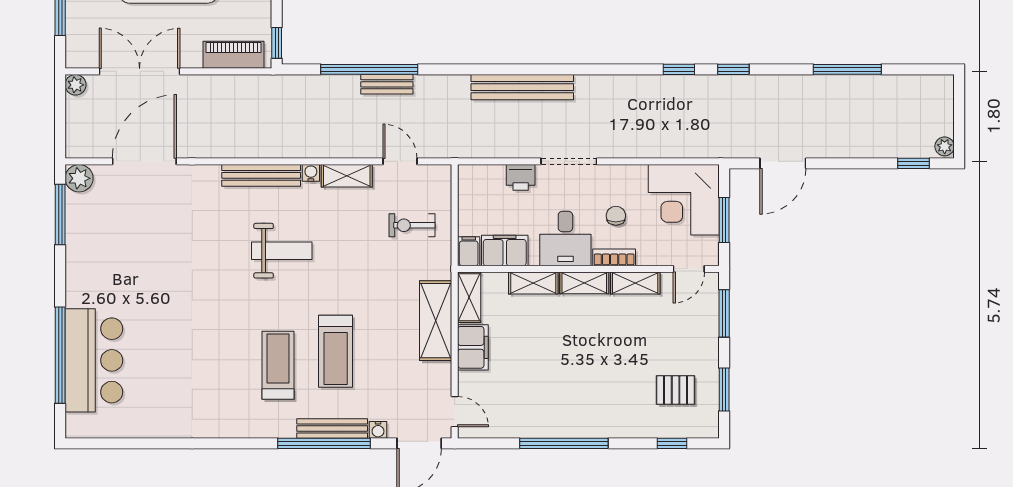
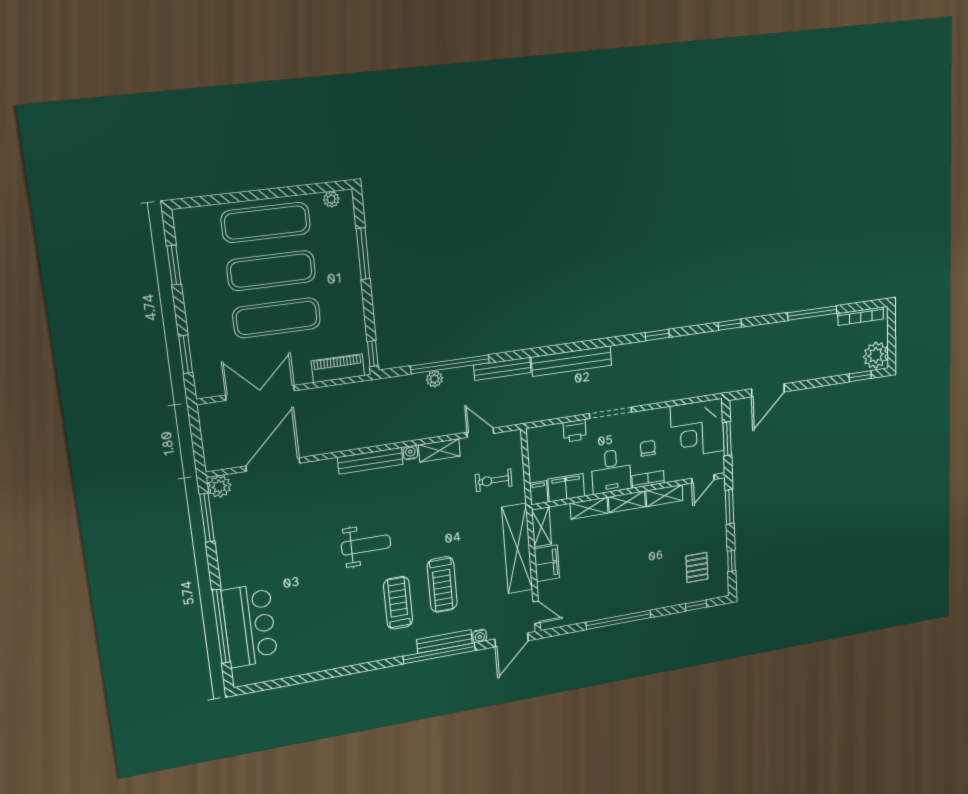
window: (679, 69) -> (657, 335), moved
bookcase: (915, 83) -> (861, 316), added
bench: (387, 84) -> (502, 369), moved, width x1.36
plant: (76, 85) -> (434, 379), moved
plant: (945, 146) -> (876, 355), width x1.88, depth x1.88
weight bench: (282, 251) -> (366, 545), moved
shelving: (436, 321) -> (517, 549), width x1.47
window: (724, 389) -> (731, 561), width x0.67
pallet: (676, 390) -> (697, 568), turned 90

